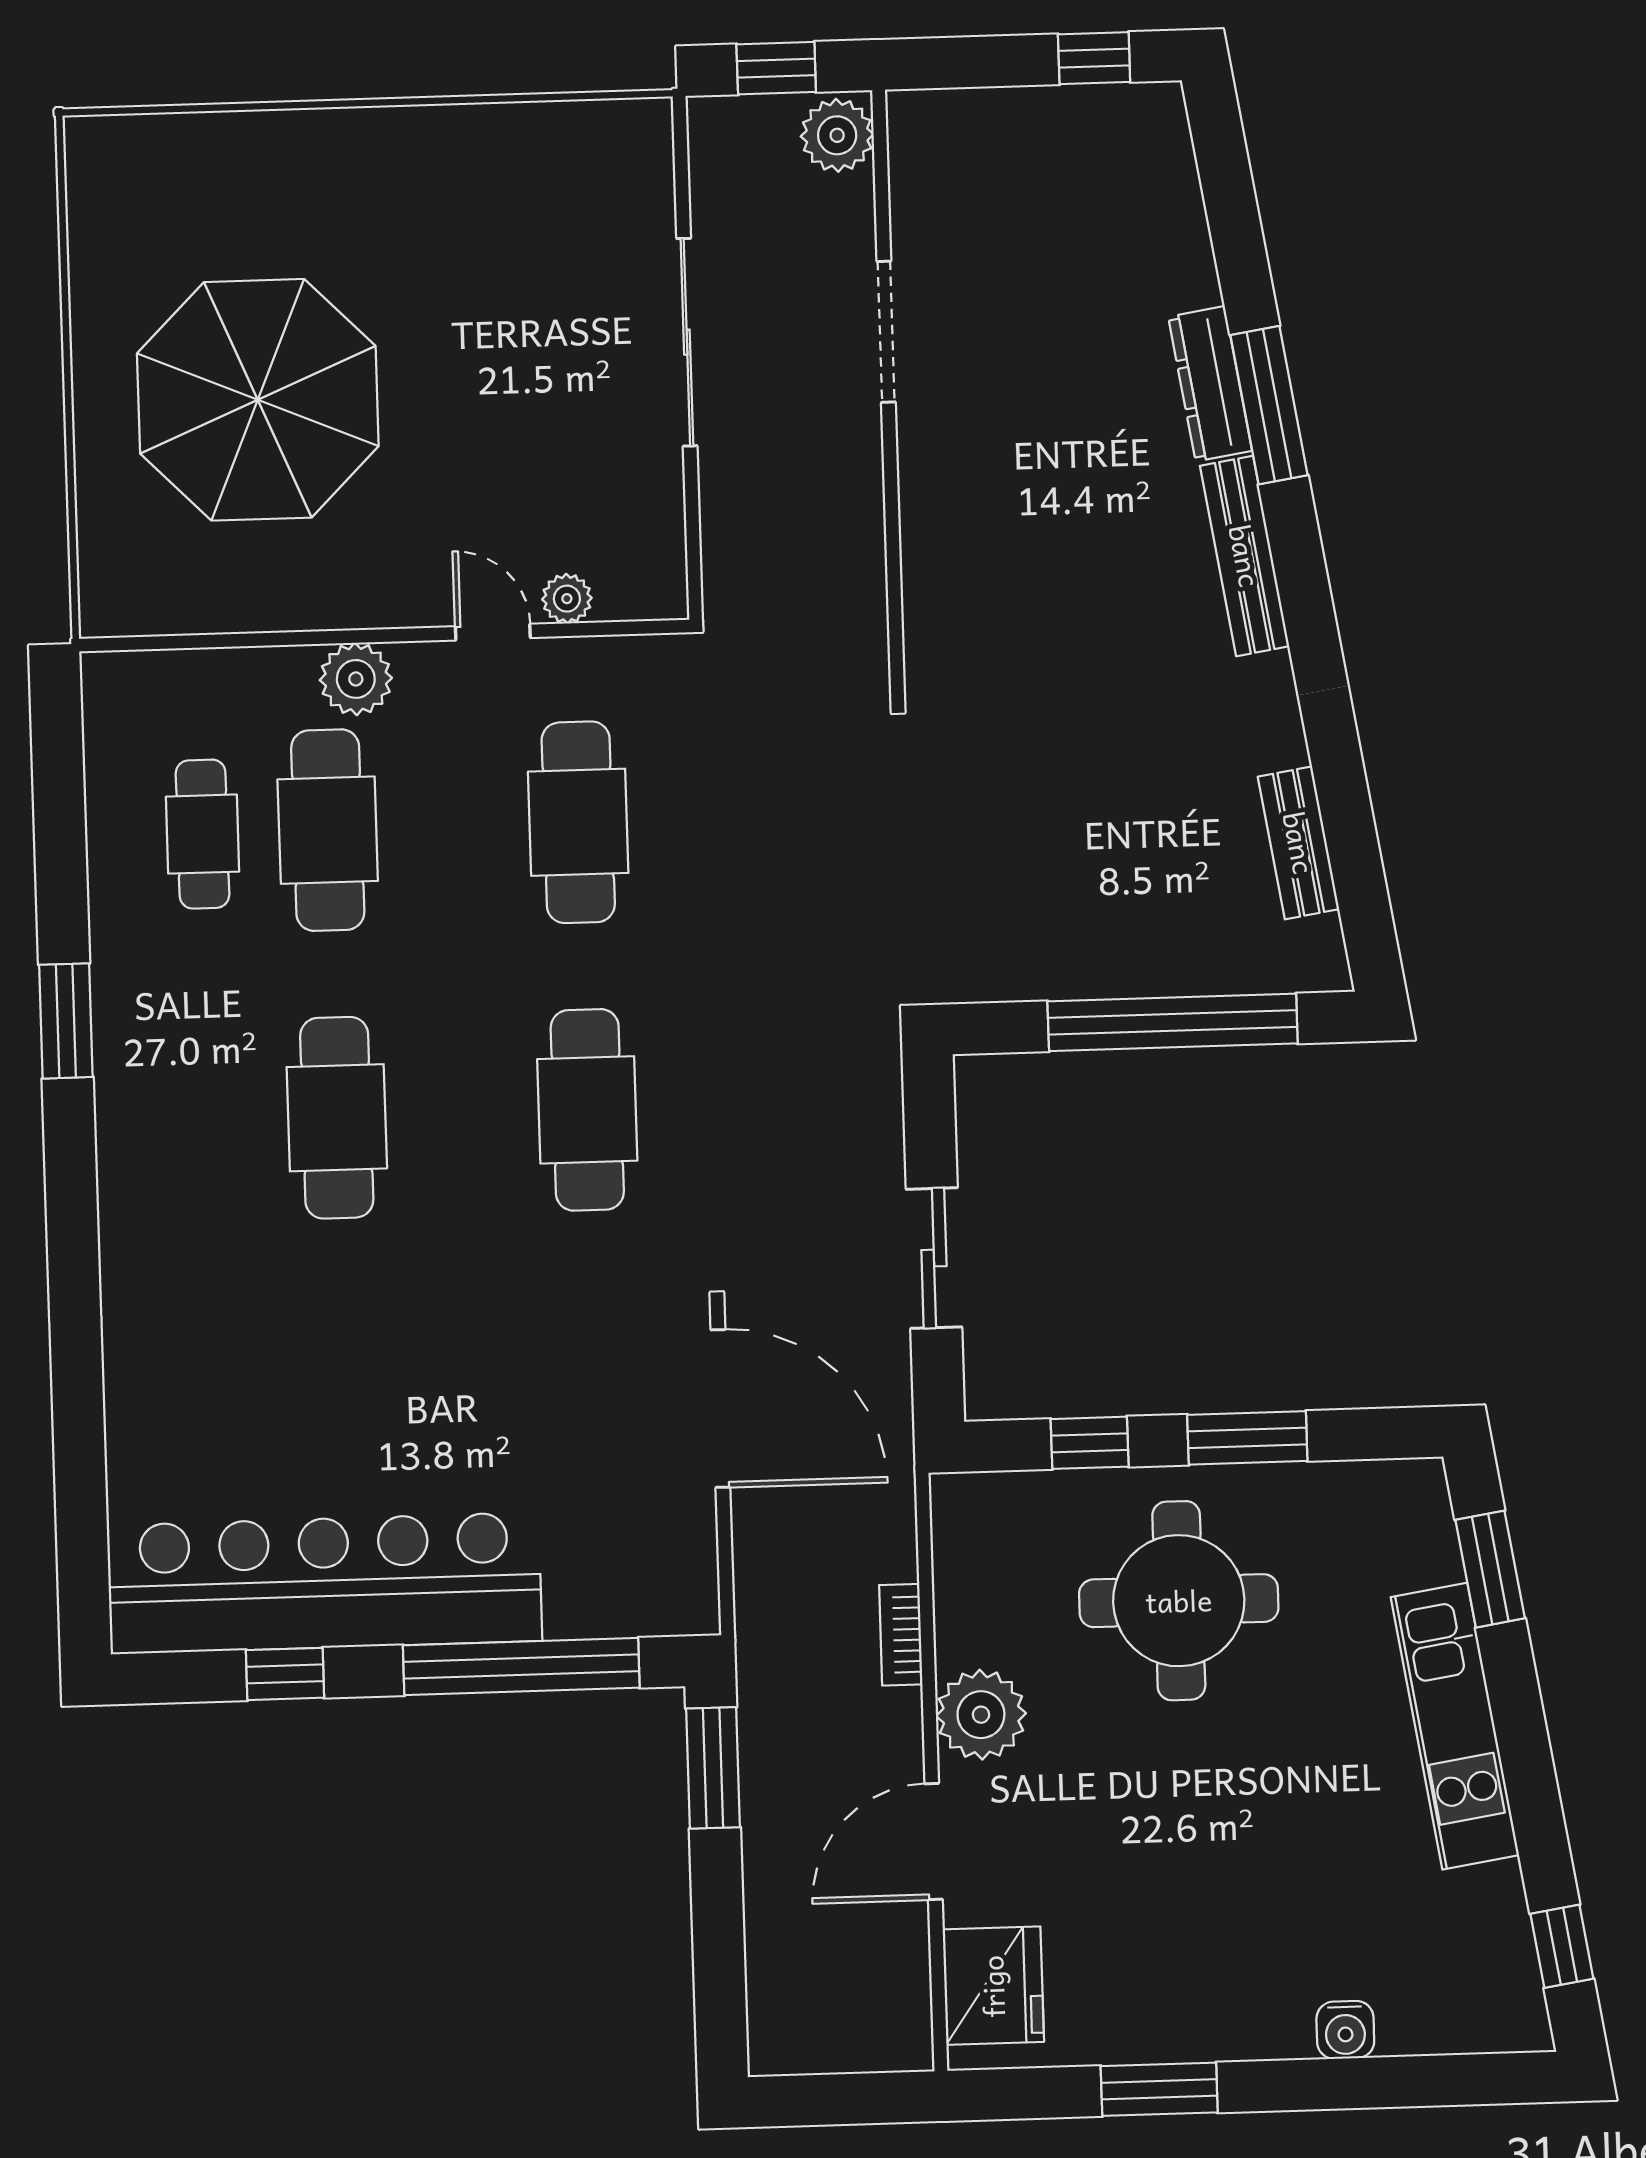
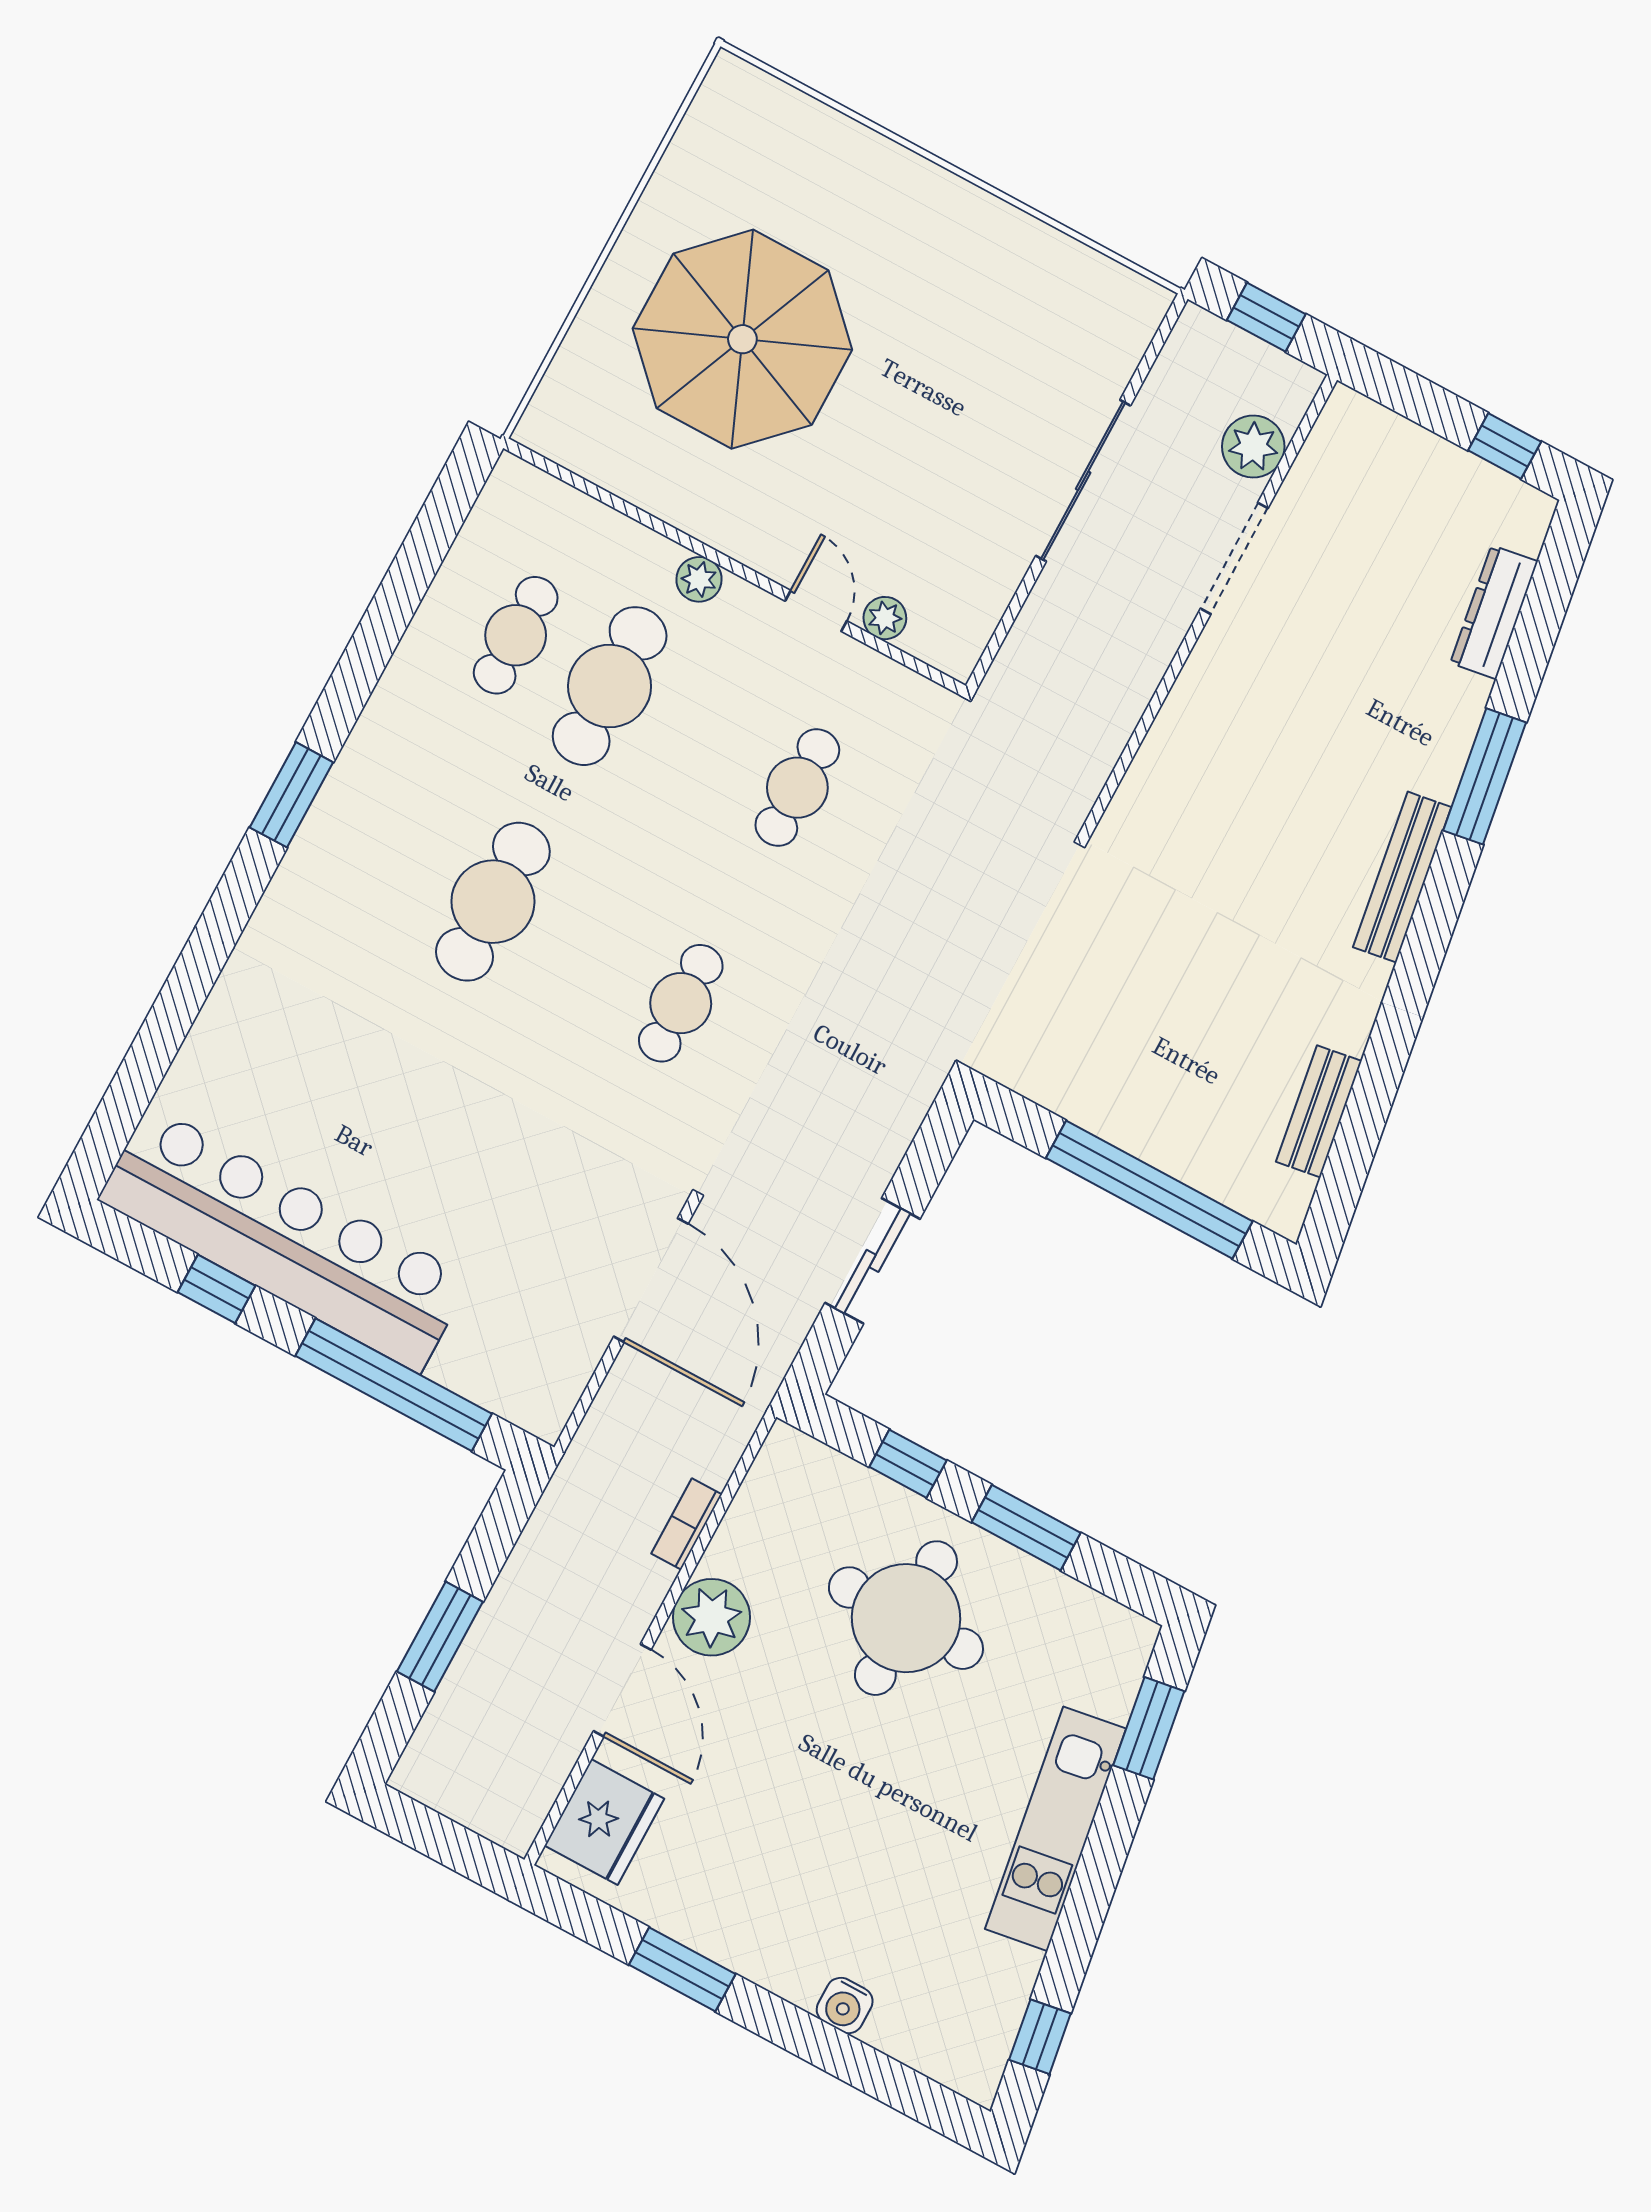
plant: (837, 135) -> (1253, 447), moved
dresser: (1210, 384) -> (1494, 612), moved
plant: (356, 679) -> (699, 579), width x0.73, depth x0.73
cafe table: (578, 822) -> (797, 788), width x0.73, depth x0.74
window: (66, 1021) -> (291, 795), moved
cafe table: (587, 1110) -> (681, 1003), width x0.73, depth x0.74
window: (713, 1768) -> (440, 1637), moved
door: (934, 1842) -> (622, 1690), swing flipped

